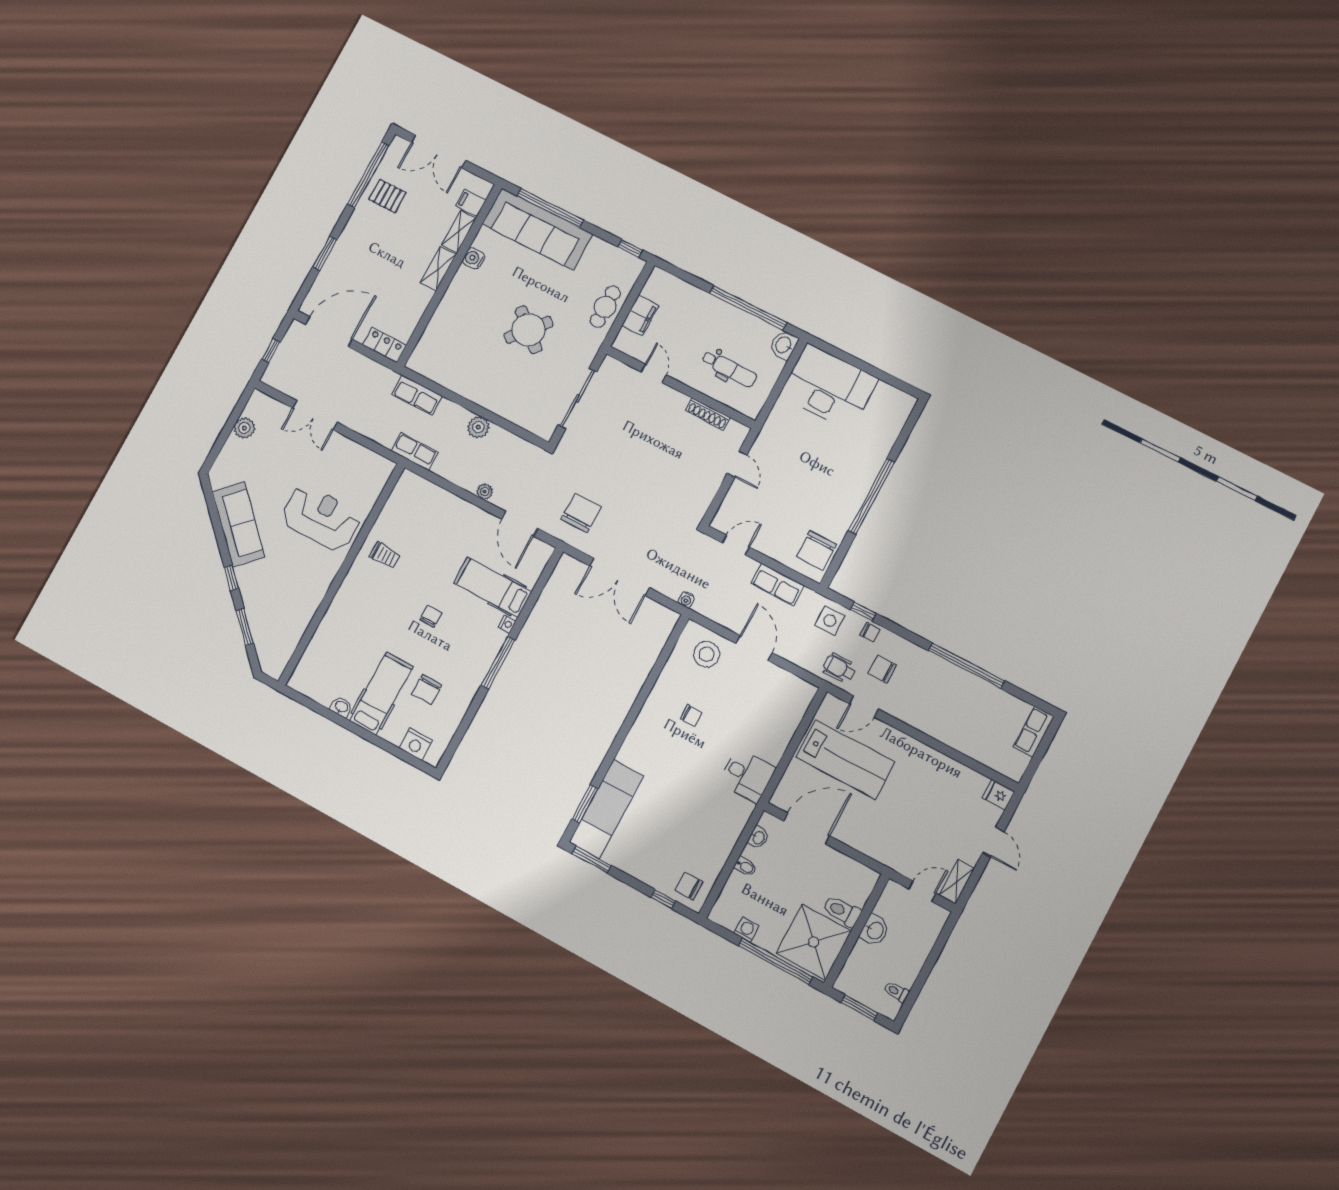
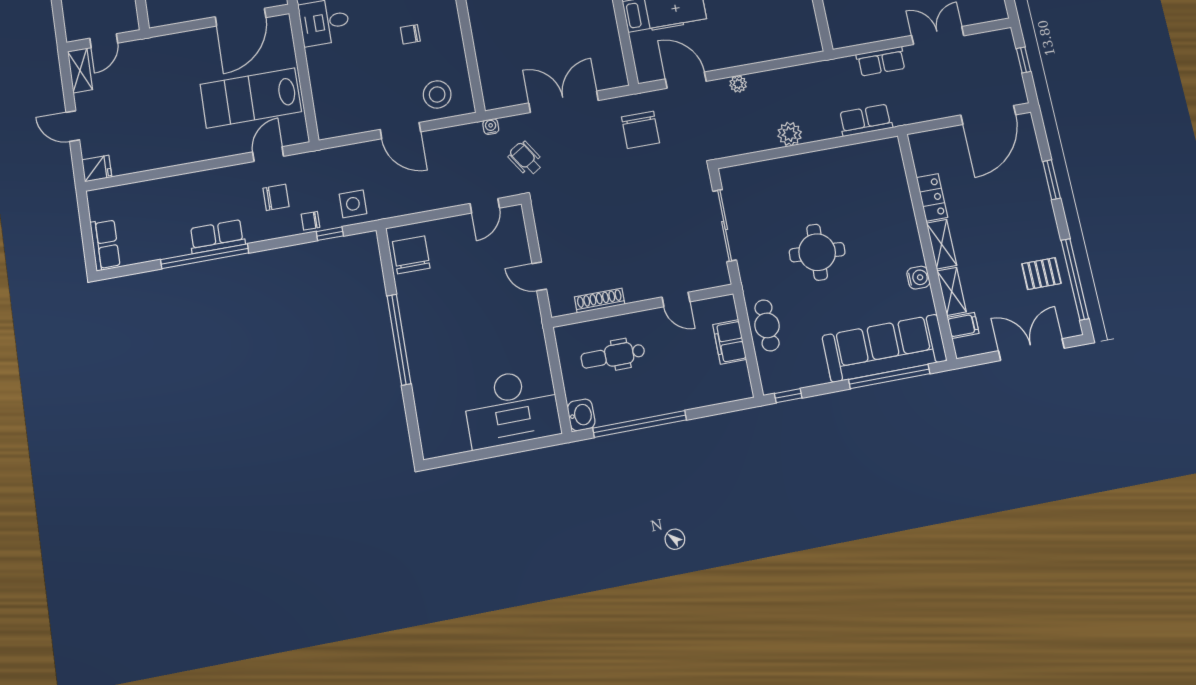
round table: (529, 330) -> (817, 252), turned -38
locker: (384, 345) -> (932, 197), moved, turned -90
row of seats: (414, 452) -> (881, 61), moved
row of seats: (777, 585) -> (217, 237), moved
wheelchair: (839, 668) -> (526, 159), moved, turned -123

